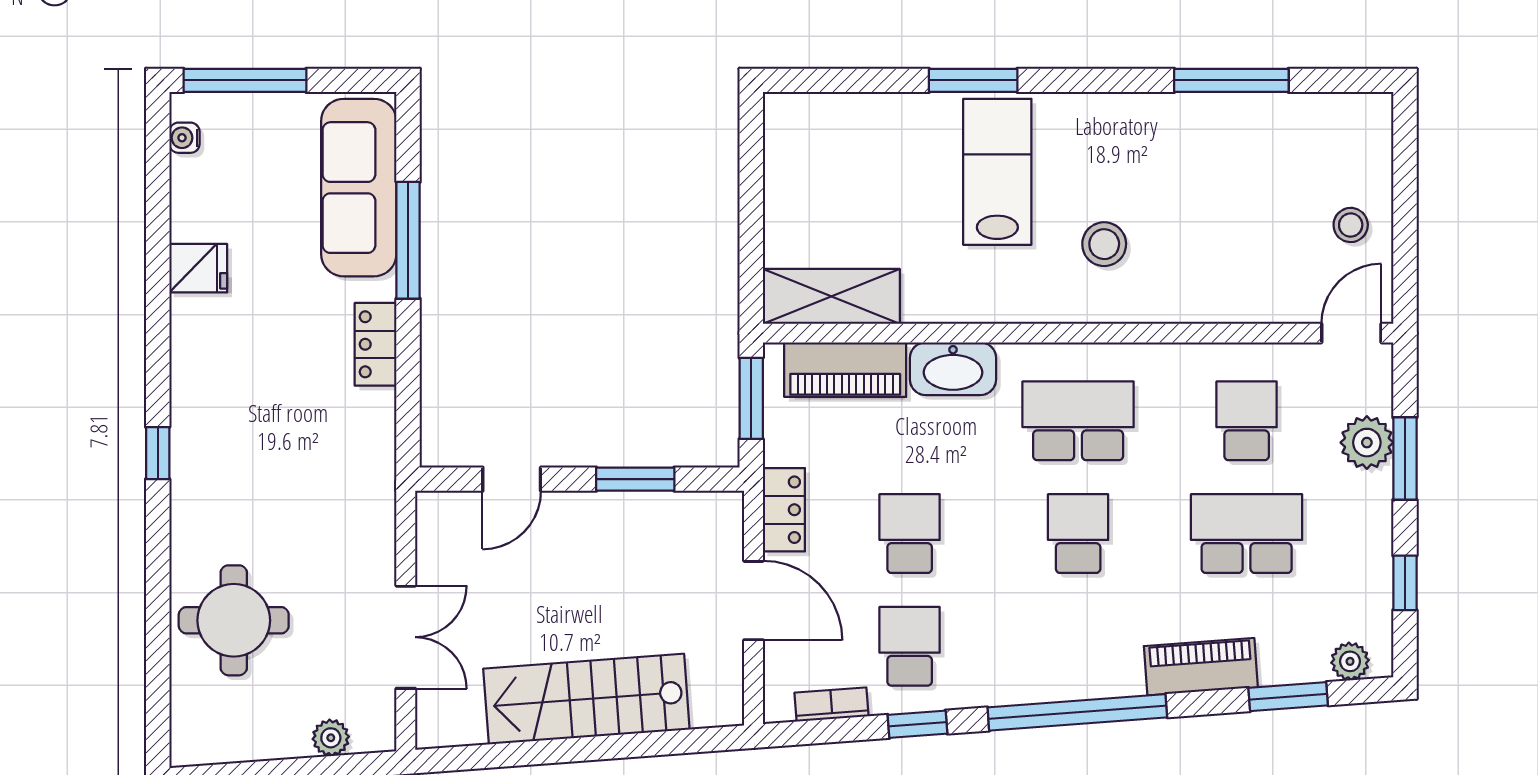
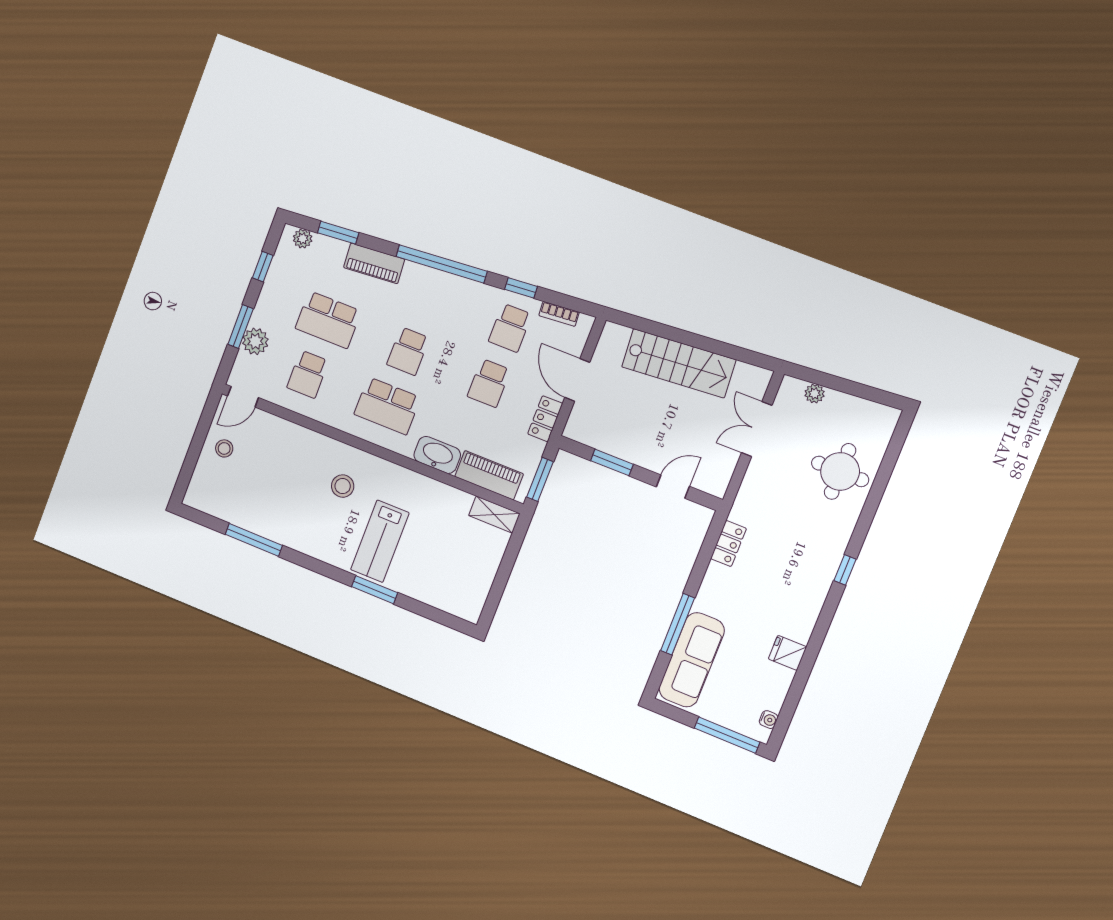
shelving: (831, 296) -> (494, 515), width x0.67, depth x0.75
locker: (376, 344) -> (728, 543), moved

